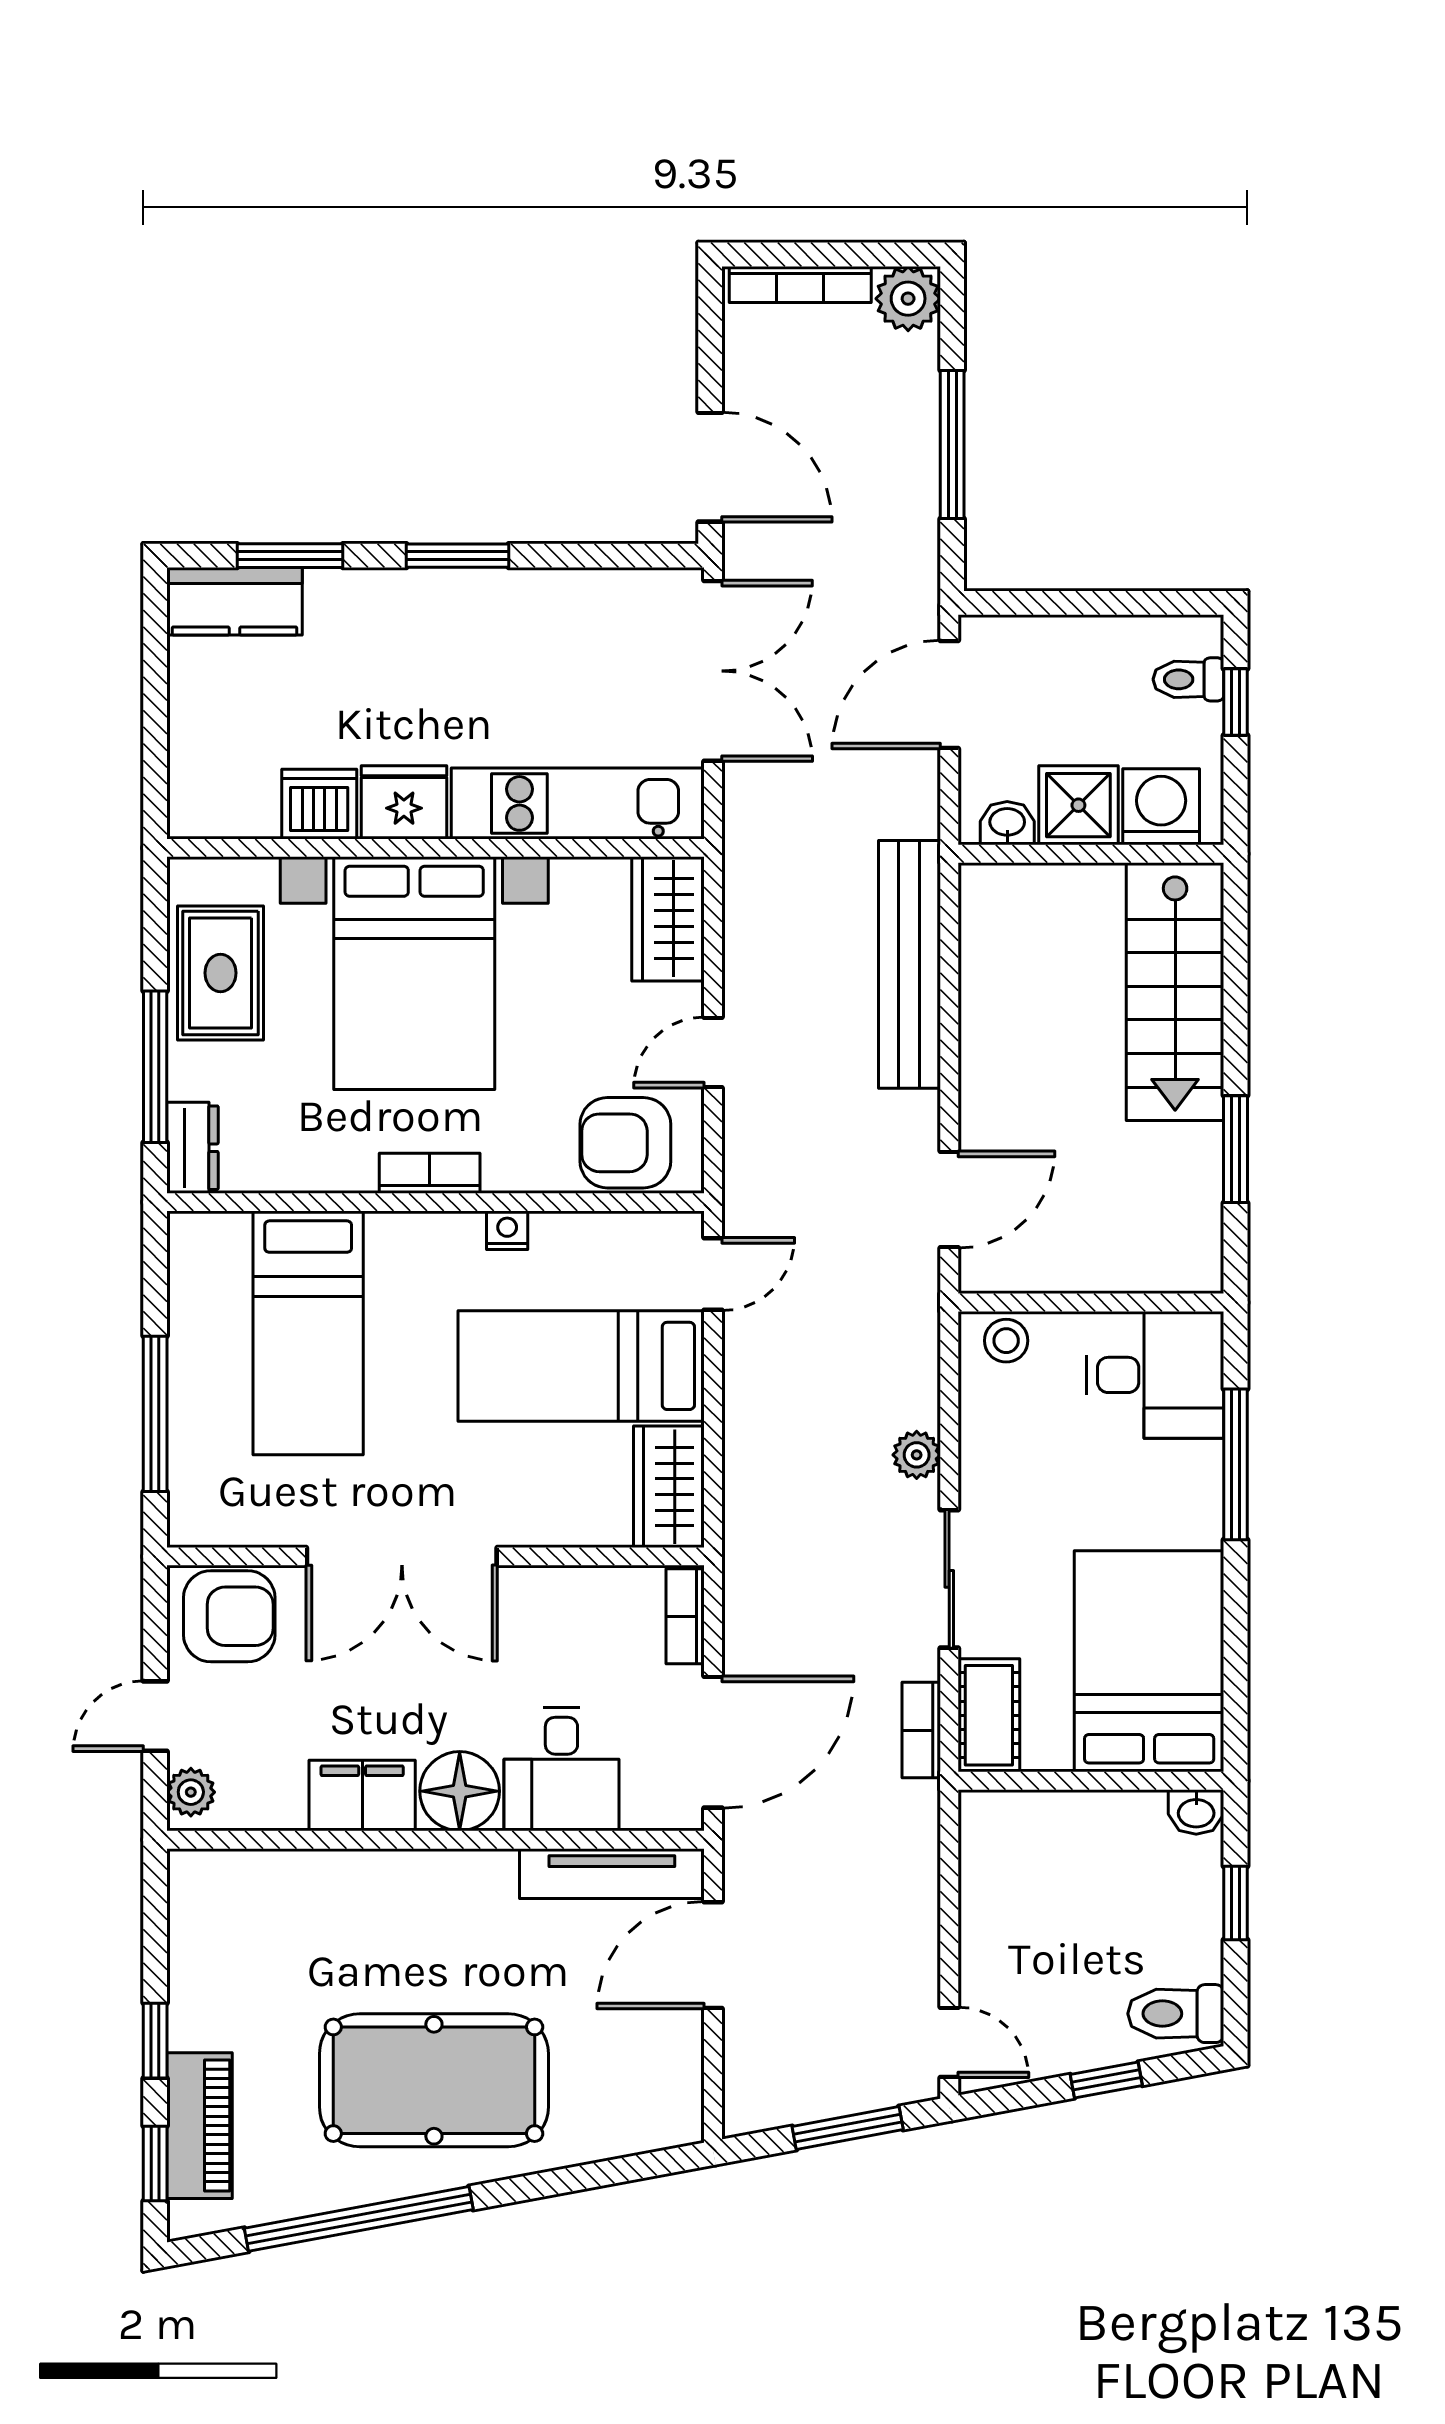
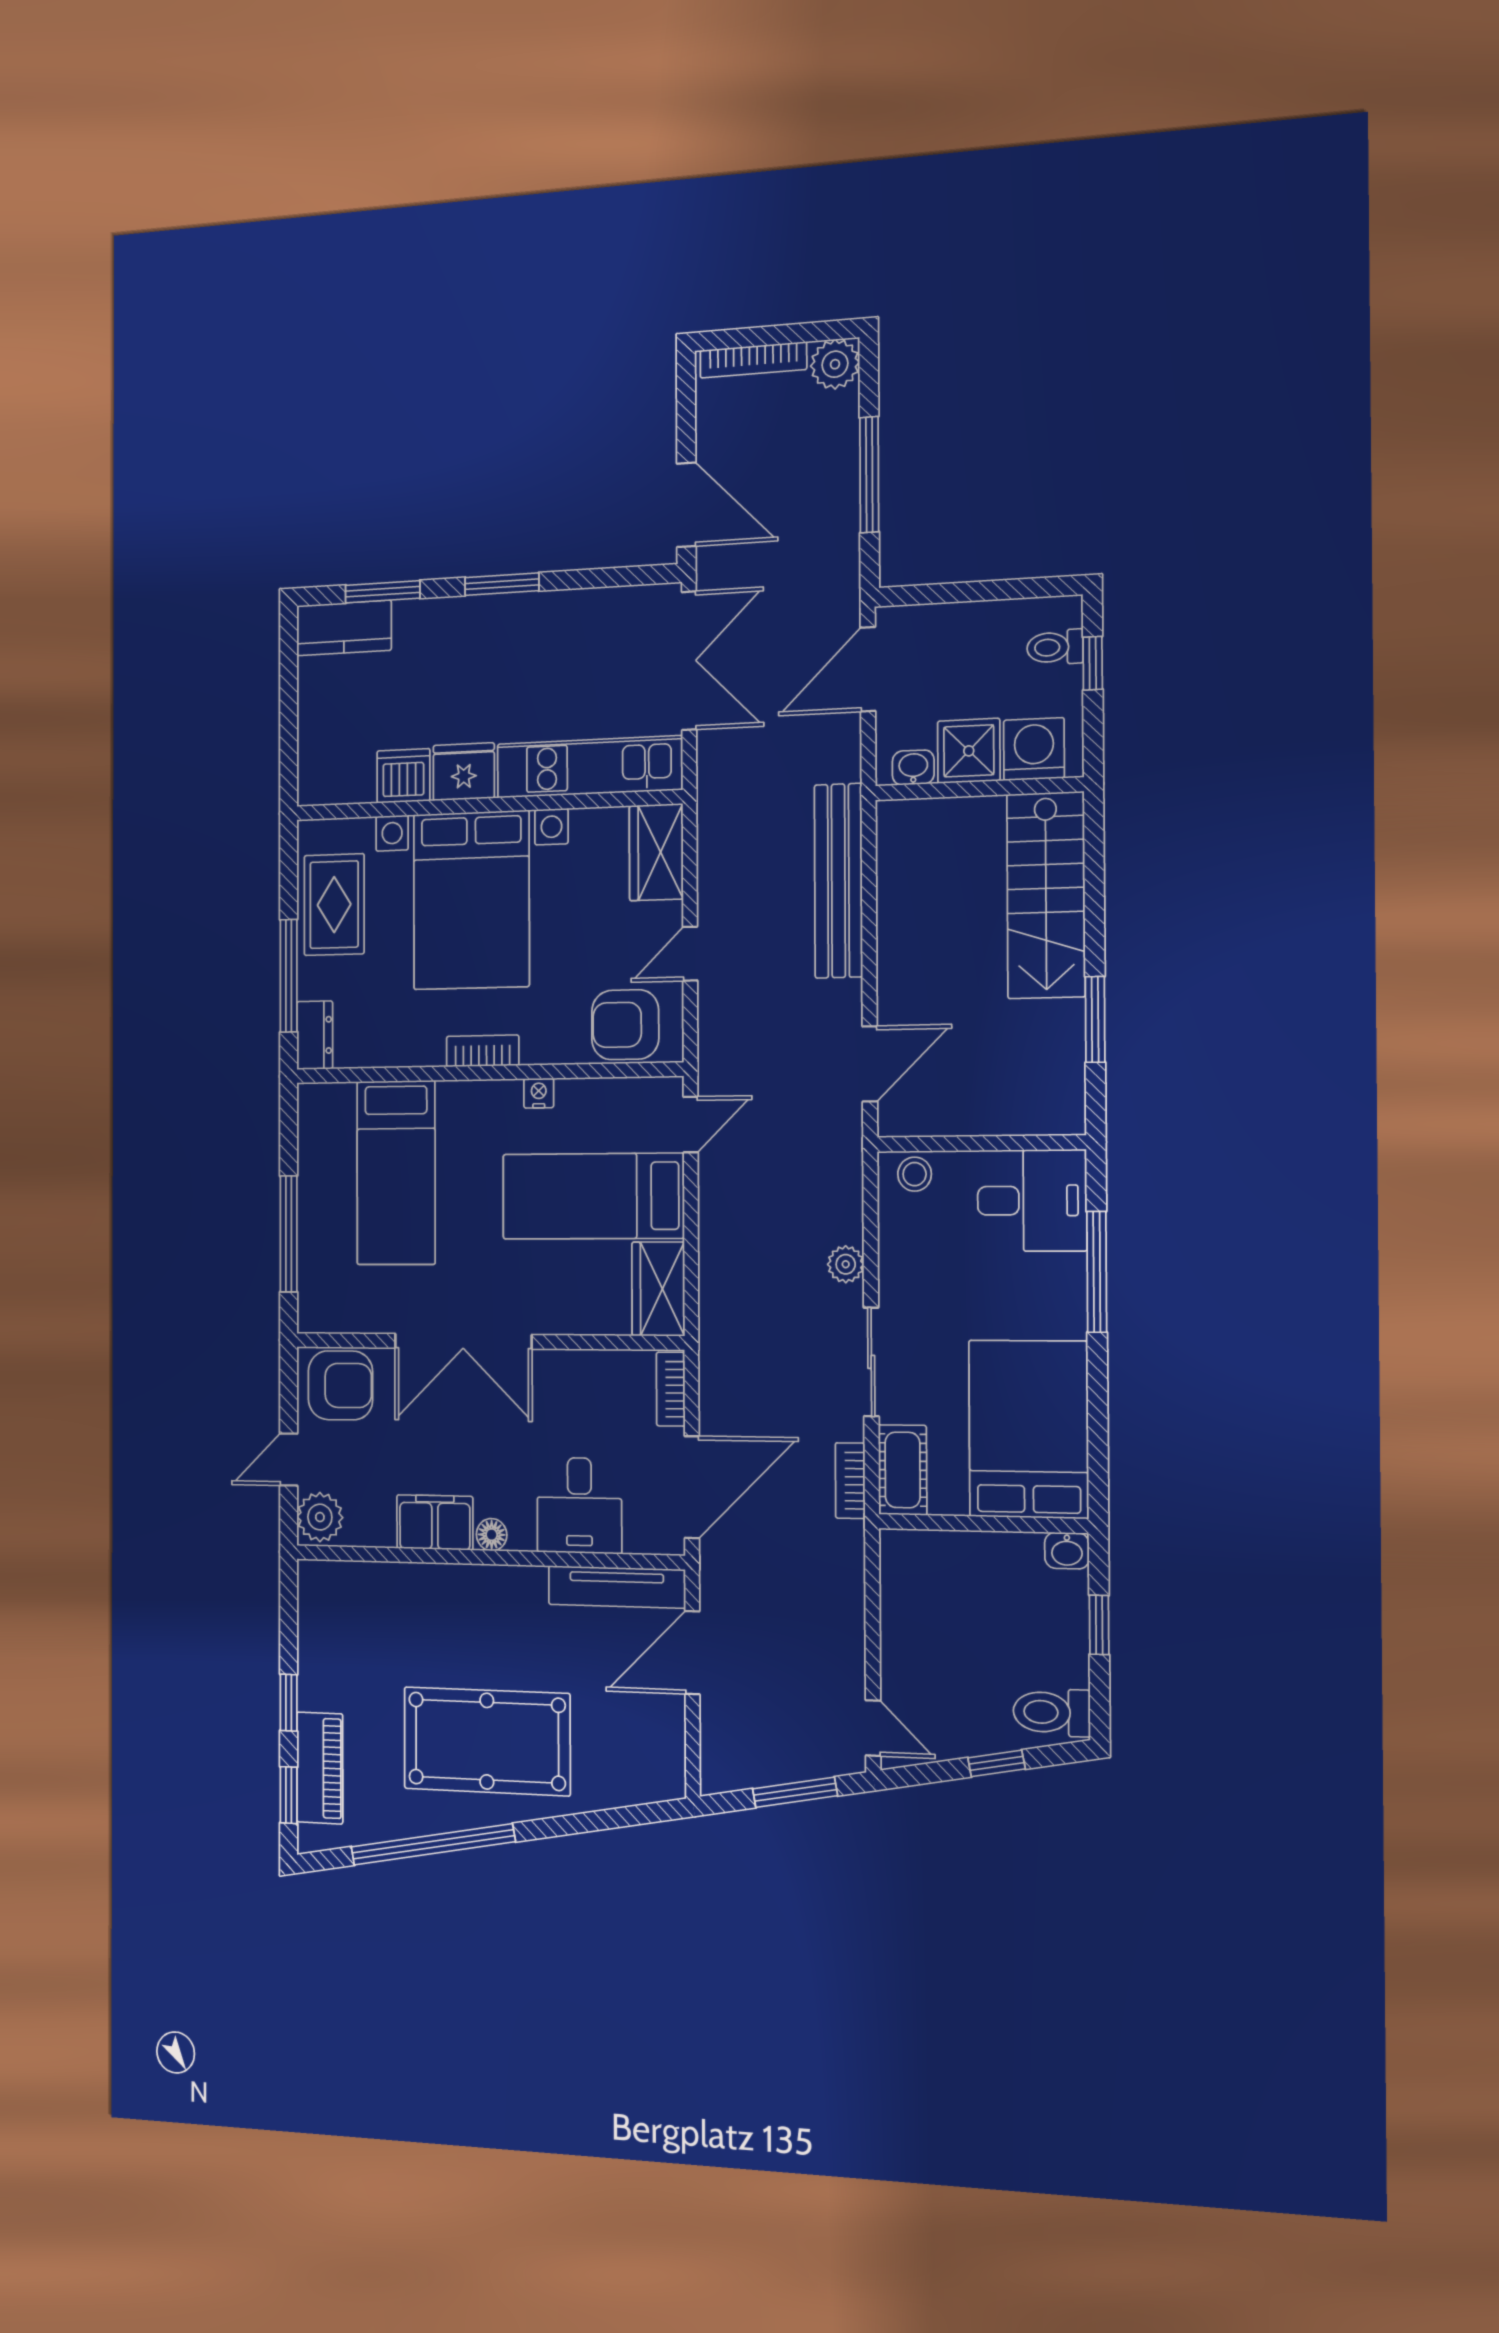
floor lamp: (460, 1791) -> (492, 1535), width x0.53, depth x0.53
plant: (191, 1792) -> (320, 1517), width x1.38, depth x1.38

